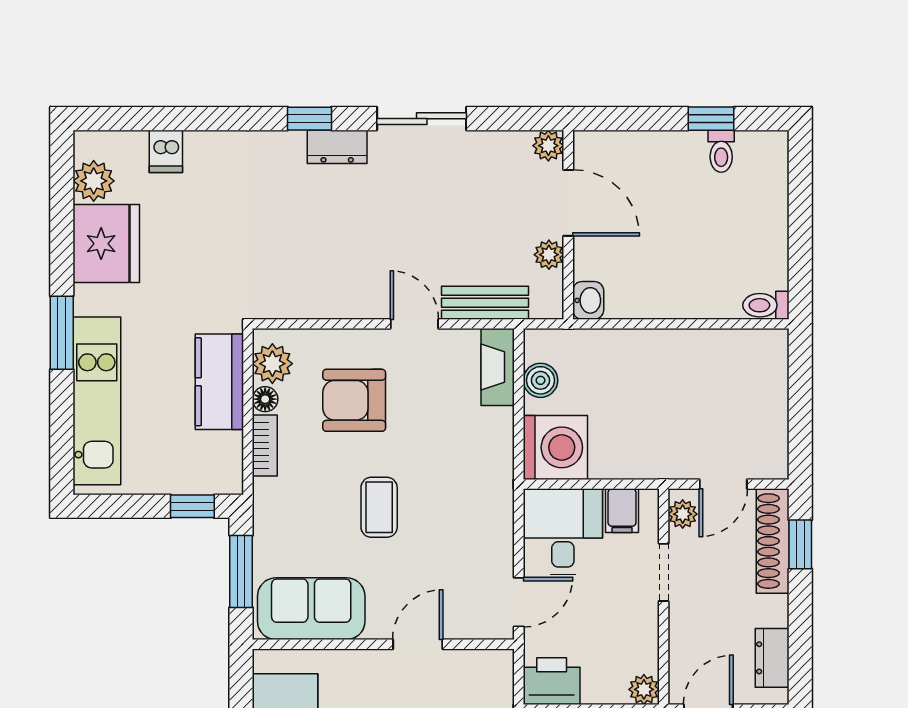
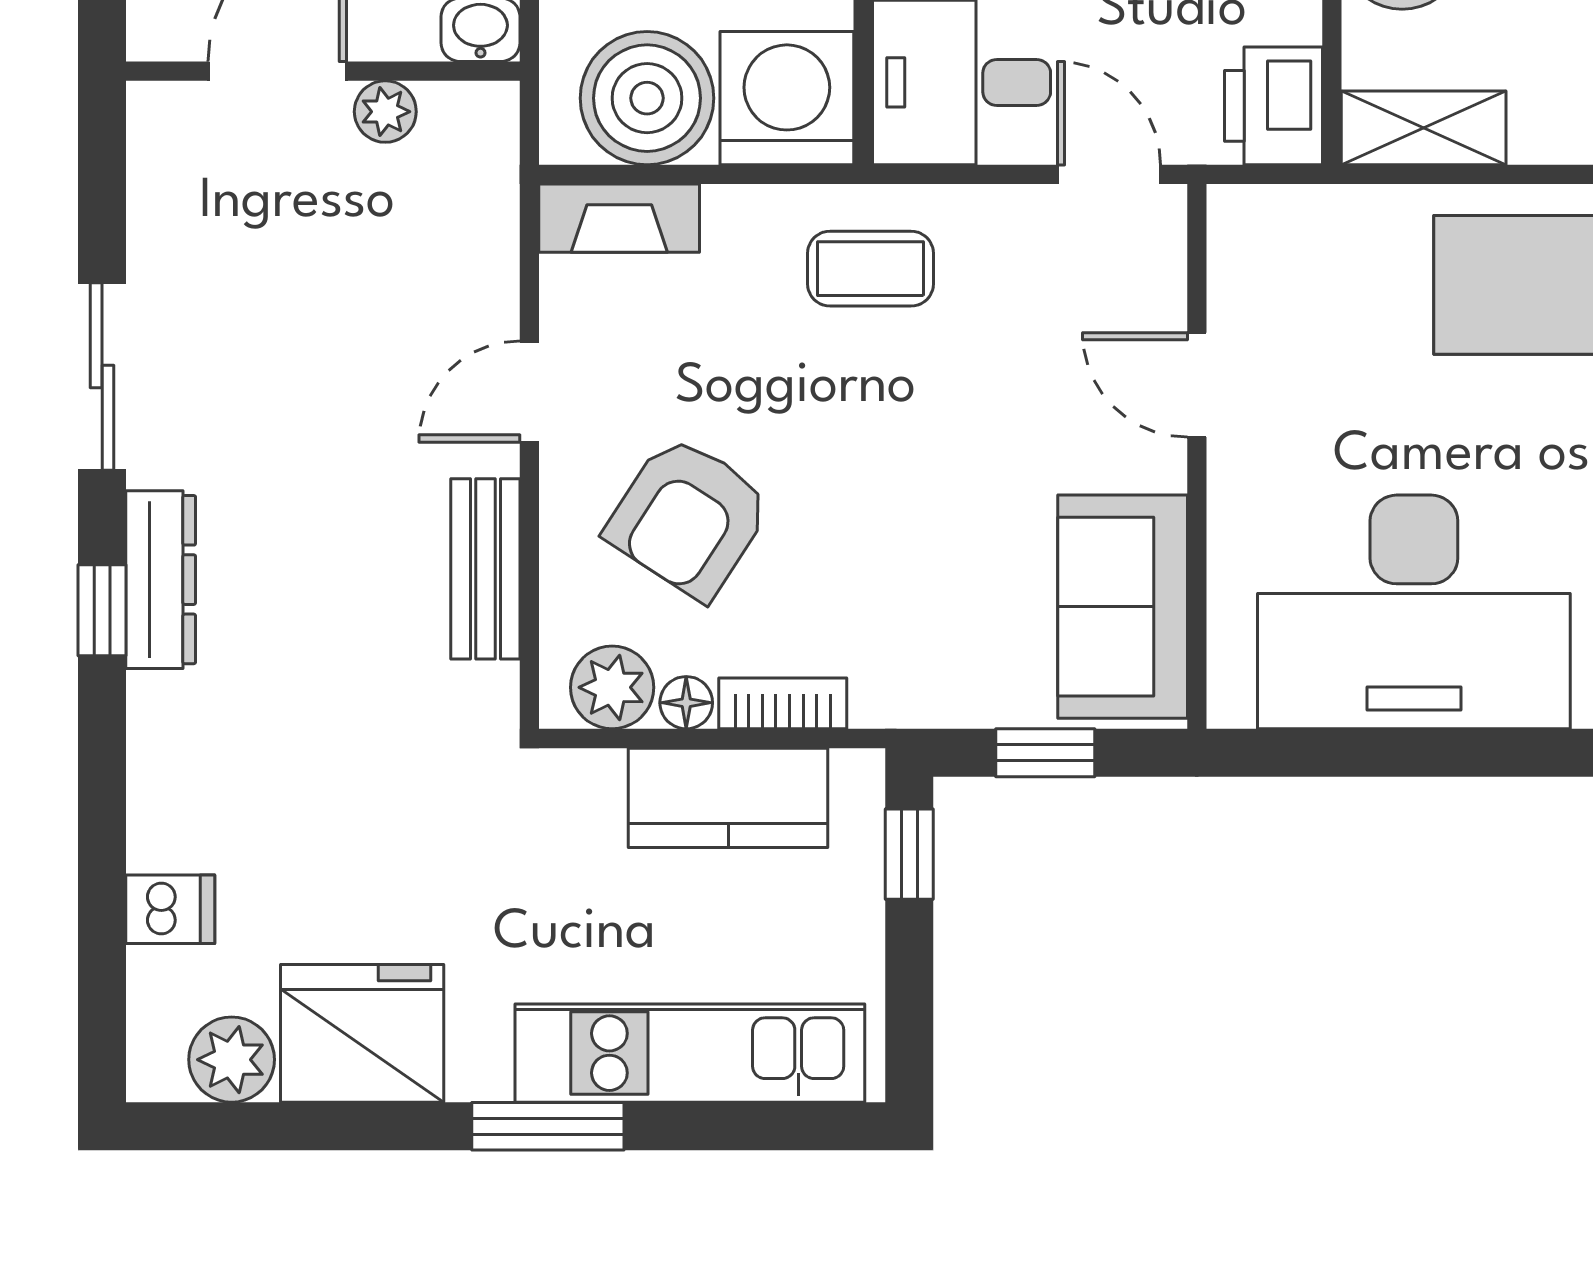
plant: (548, 146) -> (158, 113), removed
dresser: (337, 147) -> (161, 580), width x1.44
bench: (485, 303) -> (485, 569), moved
boiler: (540, 380) -> (647, 98), width x1.86, depth x1.86
kitchen counter: (219, 382) -> (728, 798), moved
armchair: (354, 400) -> (689, 517), turned 33
coffee table: (379, 507) -> (870, 269), moved
window: (241, 572) -> (1045, 753), width x0.67

